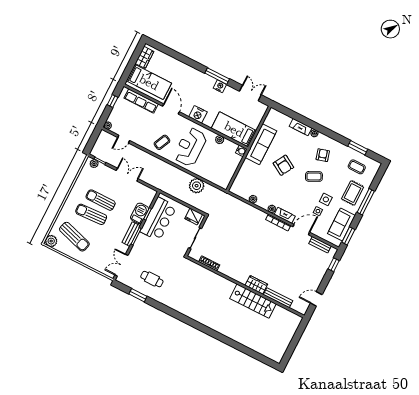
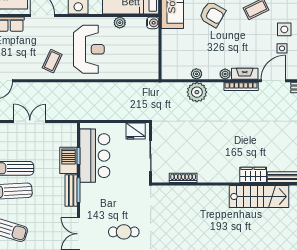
reception desk: (190, 147) -> (89, 49), turned 180
plant: (197, 186) -> (197, 92), moved

